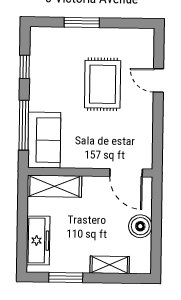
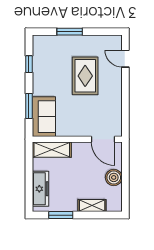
door: (158, 80) -> (125, 59), moved
window: (24, 125) -> (29, 106), width x0.69

